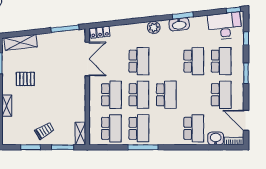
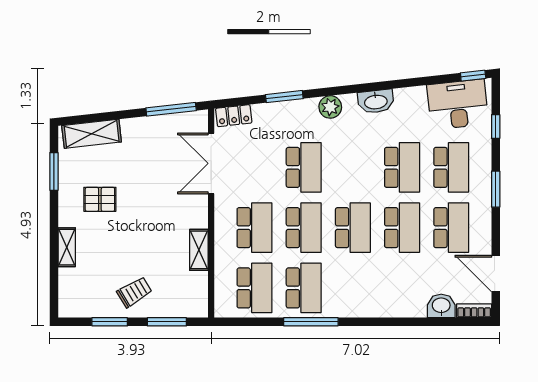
window: (183, 16) -> (284, 97), moved
double door: (87, 59) -> (211, 163), swing flipped
school desk: (194, 128) -> (402, 228), moved
shelving: (80, 134) -> (199, 250), moved

